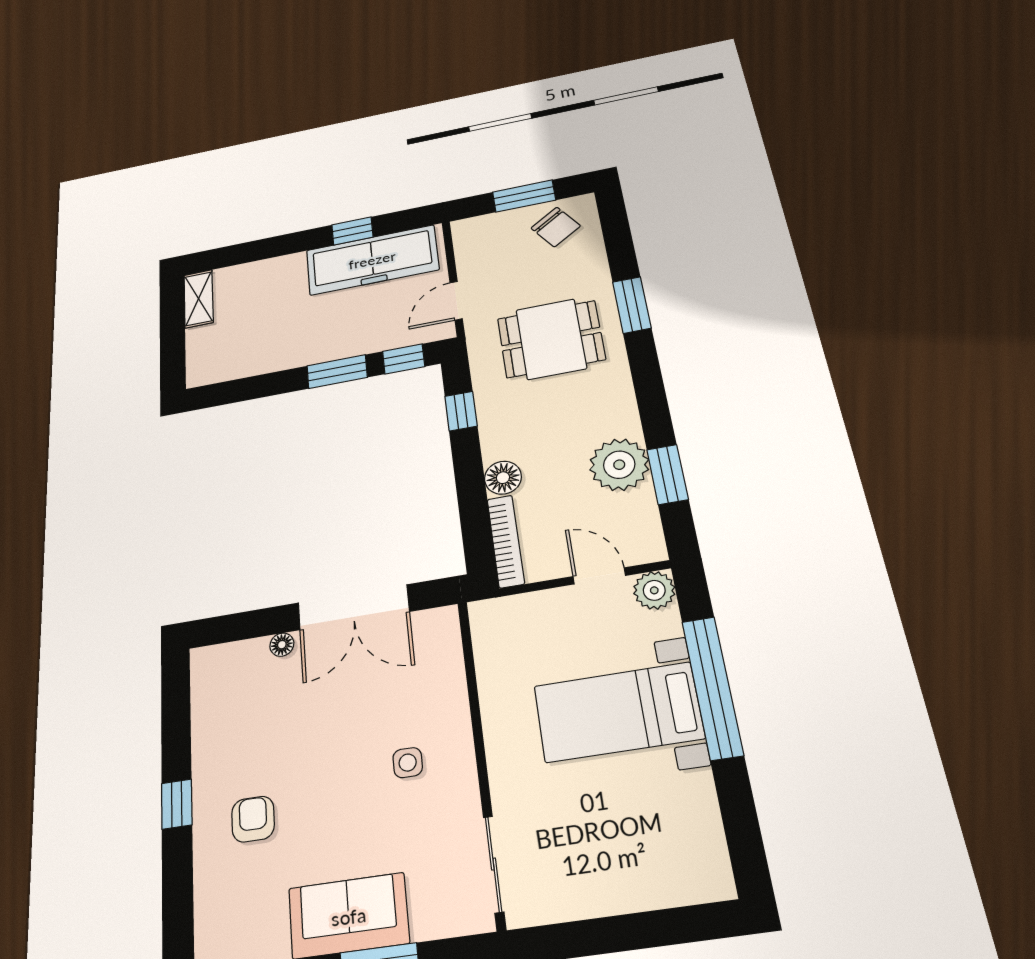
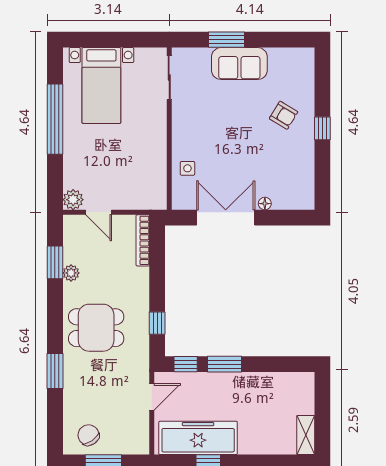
dining table: (551, 339) -> (96, 328), moved
plant: (619, 465) -> (71, 273), width x0.53, depth x0.53
floor lamp: (503, 478) -> (140, 278), removed
window: (712, 687) -> (55, 119), moved
bed with nightstands: (618, 712) -> (101, 85), moved, turned 90
side table: (408, 763) -> (187, 168), moved
armchair: (253, 819) -> (284, 115), turned -59

